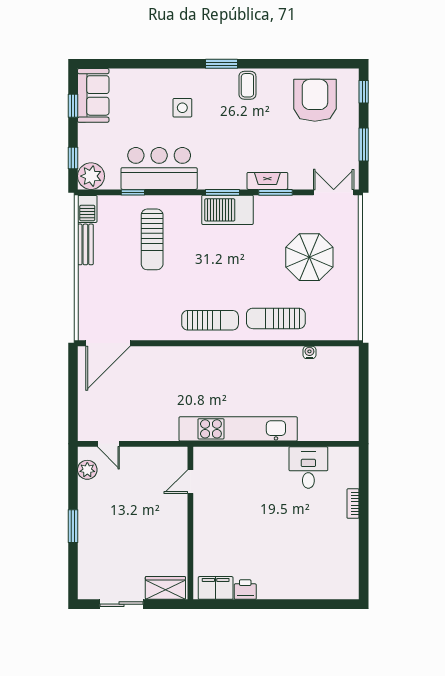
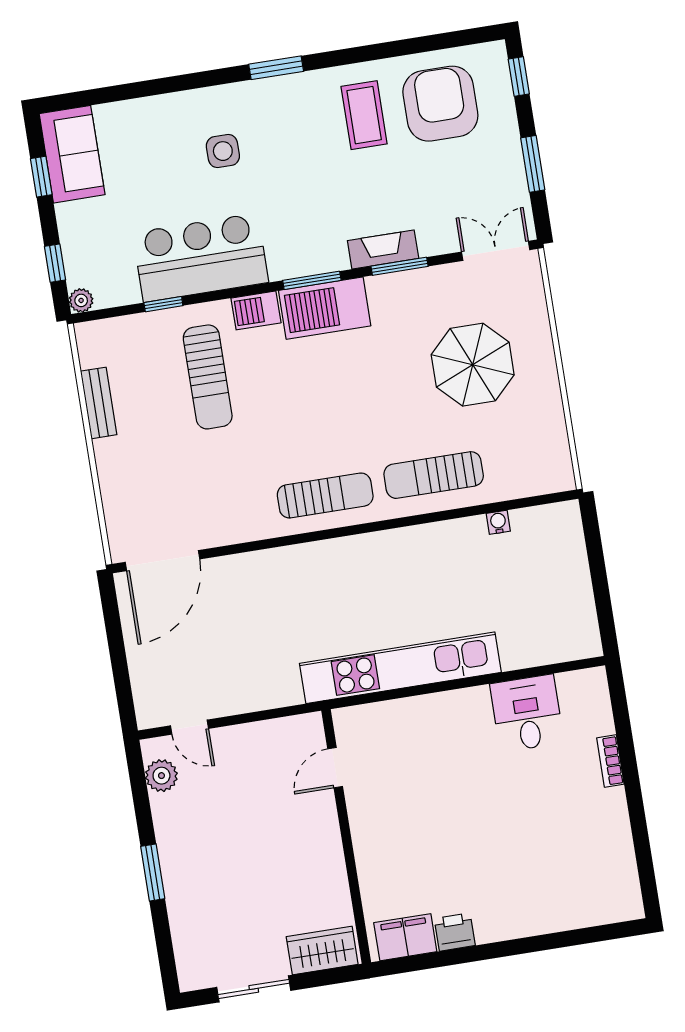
coffee table: (247, 85) -> (364, 115), moved, width x1.36, depth x1.30
plant: (91, 176) -> (81, 300), width x0.53, depth x0.53
barbecue: (87, 209) -> (256, 310), moved, turned 90

